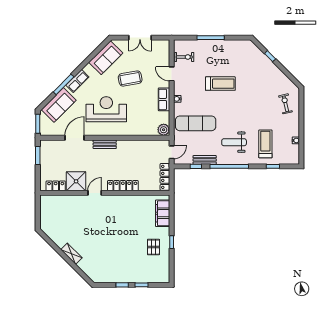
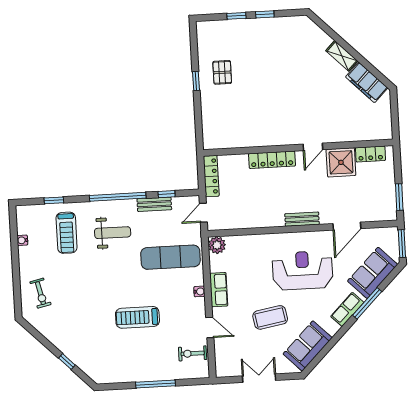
reception desk: (106, 109) -> (303, 270), turned 180
filing cabinet: (163, 213) -> (367, 82), moved, turned 135

